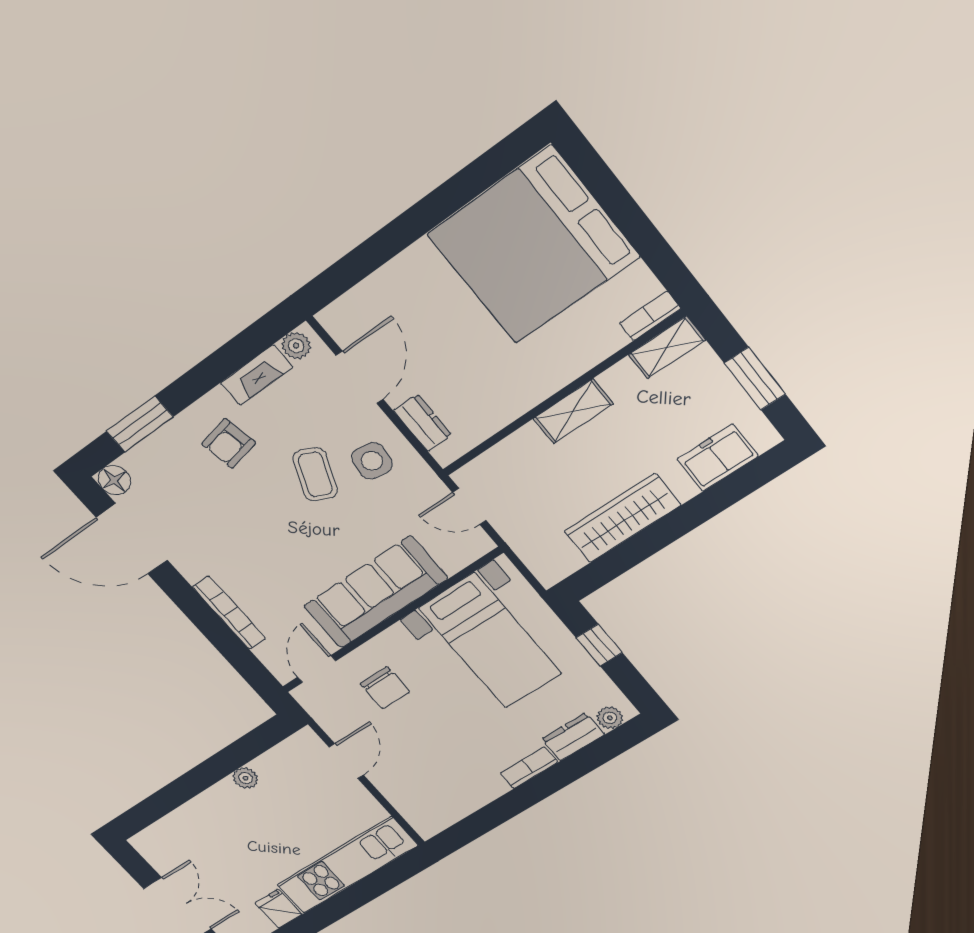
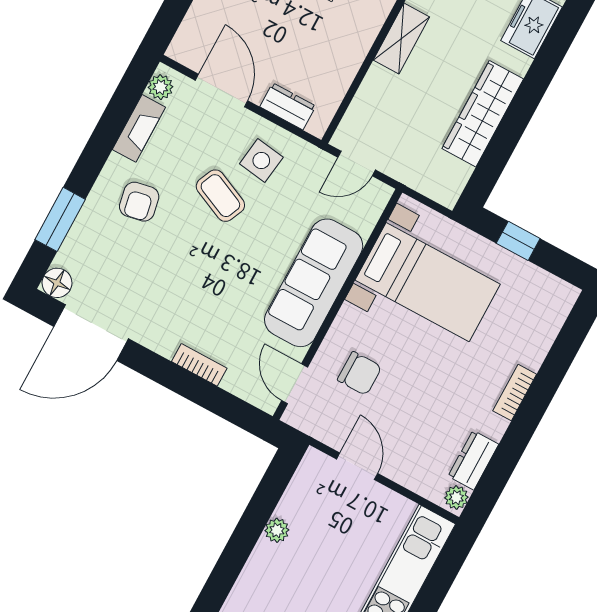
bookcase: (229, 613) -> (199, 365), width x0.64
plant: (610, 718) -> (456, 497), moved
dresser: (573, 737) -> (473, 460), moved

